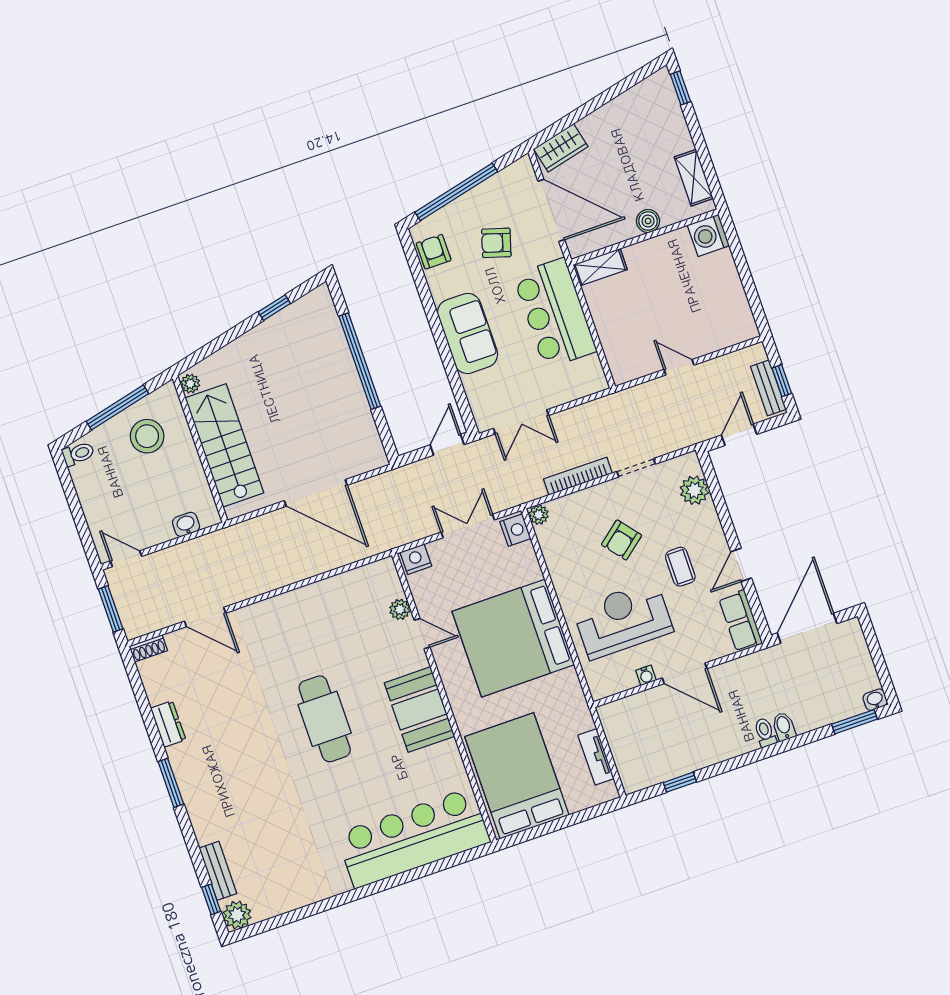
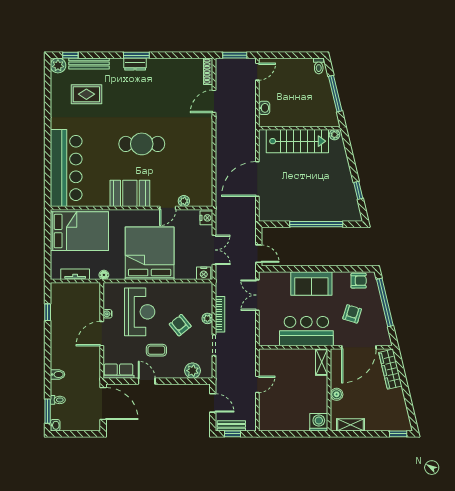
wardrobe: (561, 148) -> (390, 369), width x1.50
stool: (147, 436) -> (316, 104), removed
plant: (539, 515) -> (207, 318), moved
shoe rack: (148, 648) -> (208, 71), width x1.43
floor lamp: (579, 706) -> (104, 275), added
dresser: (168, 724) -> (135, 64), moved
toilet: (765, 733) -> (58, 400), moved
rug: (271, 847) -> (86, 94), added
bench: (218, 871) -> (89, 63), width x1.36

